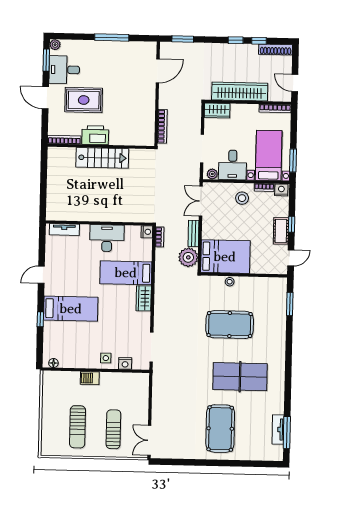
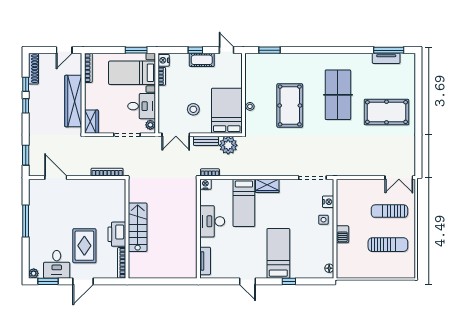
stool: (242, 198) -> (193, 109), moved

